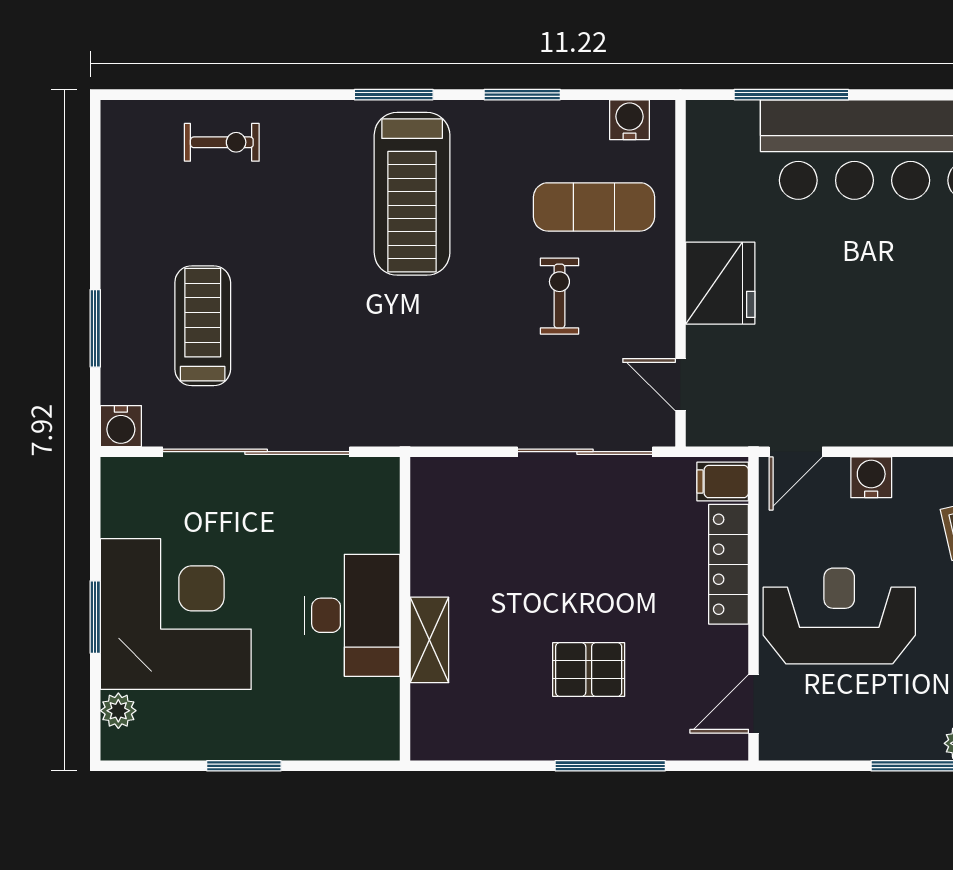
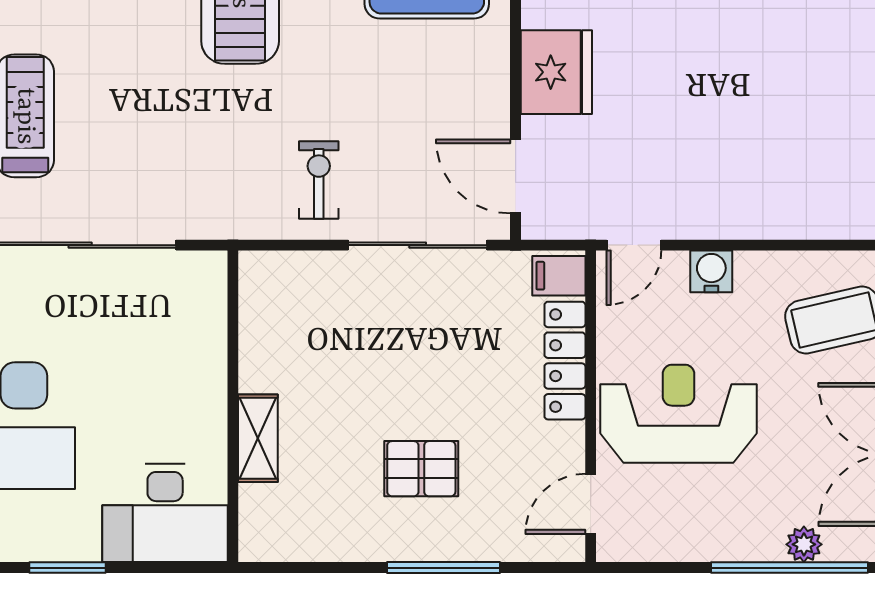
exercise bike: (559, 296) -> (319, 180), moved
door: (680, 385) -> (516, 176), width x1.38
desk: (352, 615) -> (165, 513), moved, turned 90

